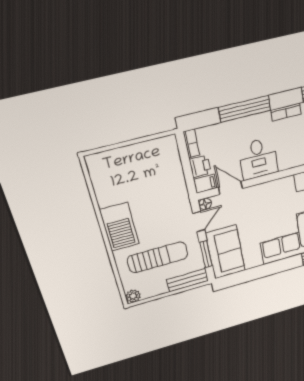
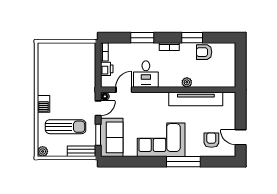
window: (245, 109) -> (142, 38), width x0.69
filing cabinet: (205, 184) -> (108, 82), removed
door: (230, 188) -> (124, 90), hinge flipped
barbecue: (119, 227) -> (43, 104), width x0.53, depth x0.65

